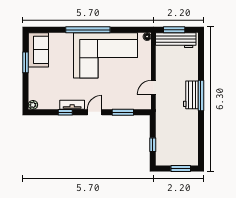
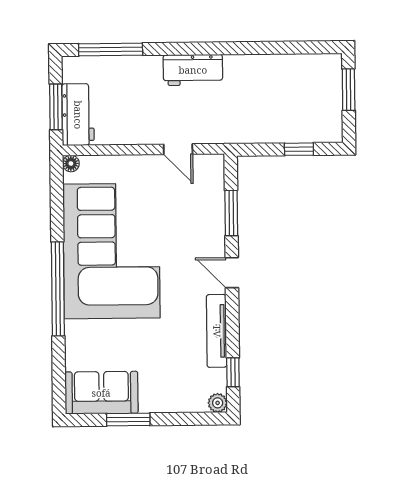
workbench: (176, 40) -> (78, 115), width x0.73
window: (201, 96) -> (111, 50), moved
tv unit: (72, 105) -> (217, 331), width x1.41
window: (65, 112) -> (233, 372), moved

